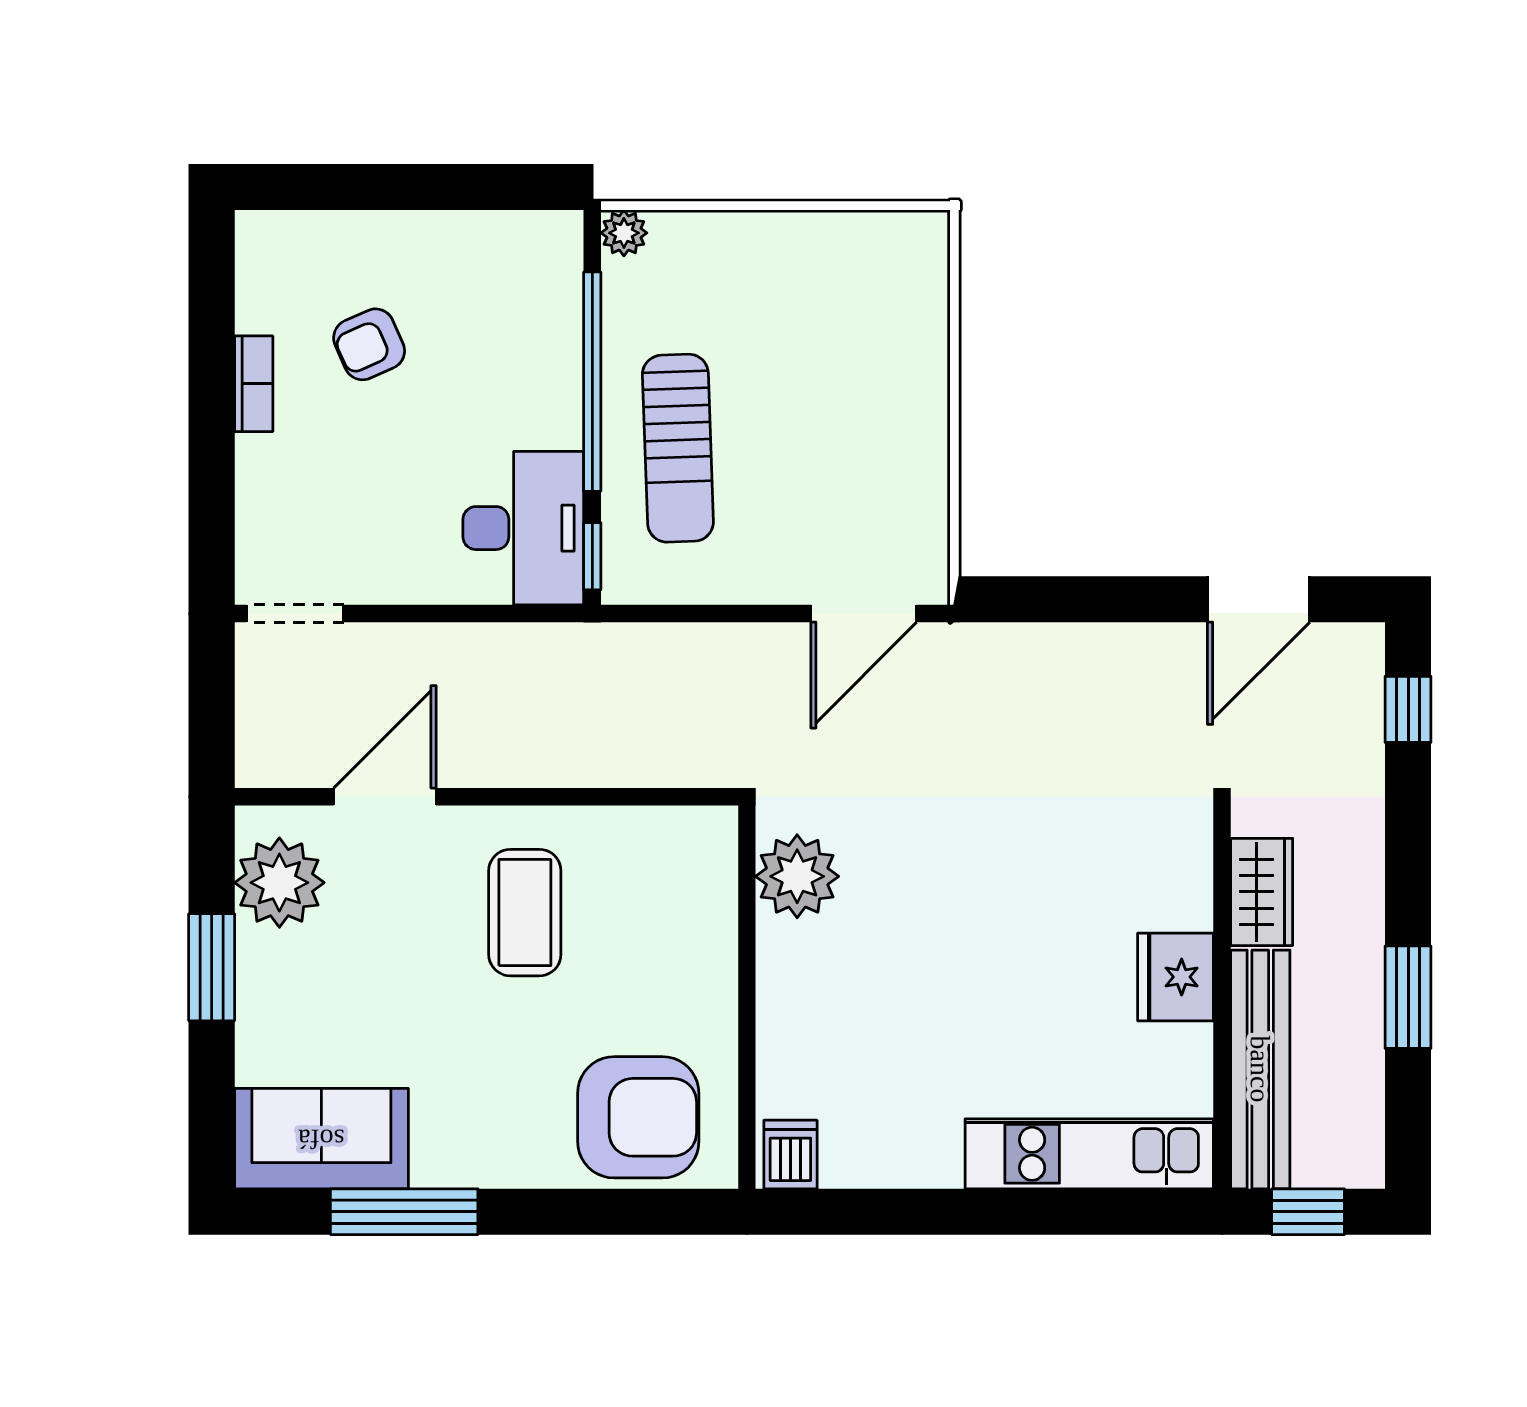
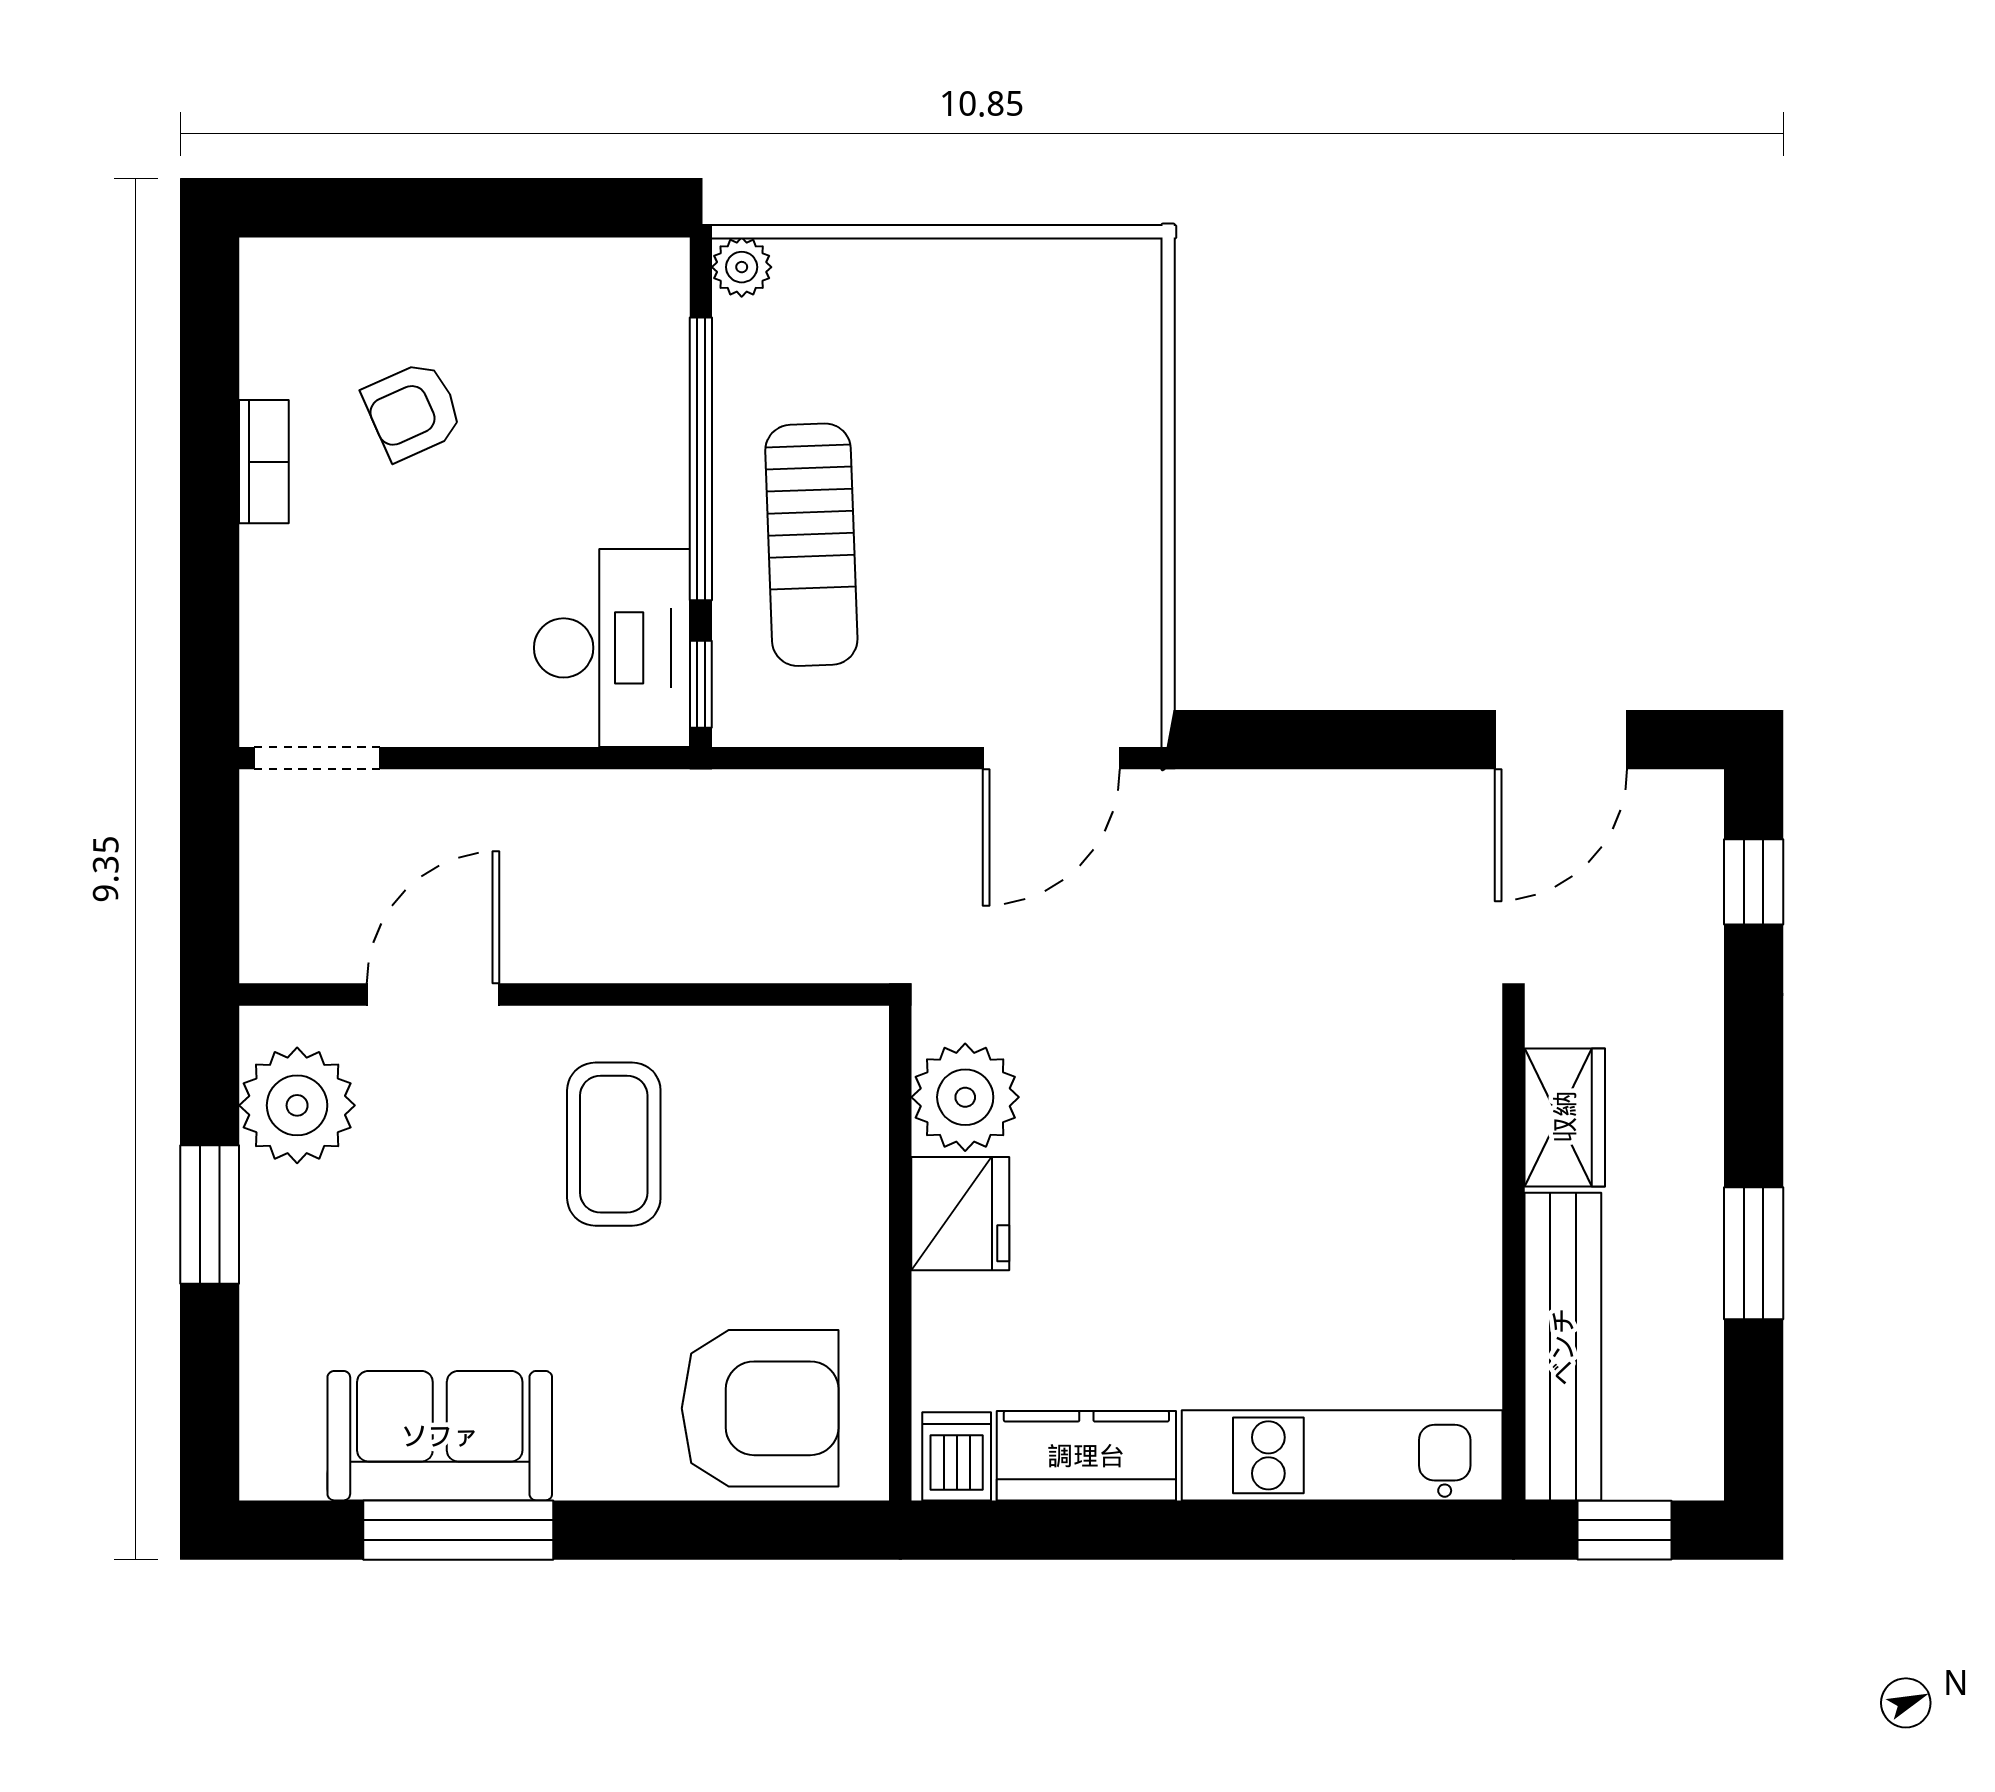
fridge: (1176, 977) -> (960, 1214), moved, turned 180
sofa: (321, 1139) -> (440, 1436), moved
kitchen counter: (891, 1154) -> (1086, 1456), added

